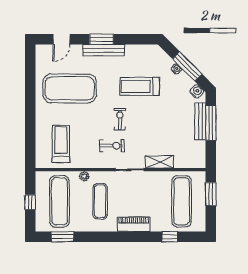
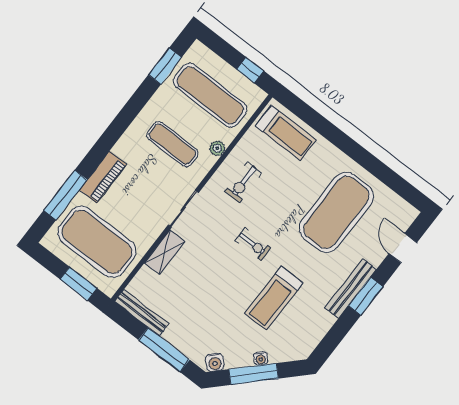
treadmill: (140, 86) -> (274, 298), turned 180
bench: (200, 121) -> (142, 313), moved
treadmill: (61, 144) -> (286, 133), moved
exercise bike: (112, 146) -> (243, 182), moved
exercise mat: (182, 201) -> (97, 242), width x1.47
window: (30, 202) -> (250, 70), moved
piano: (134, 224) -> (103, 177), moved
window: (170, 237) -> (65, 195), width x2.17

